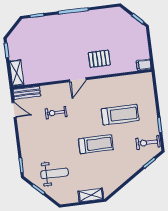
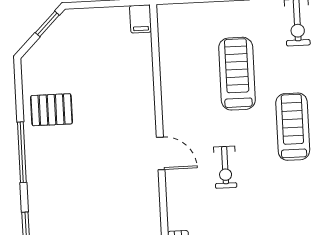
pallet: (99, 59) -> (52, 110), moved, turned 90
exercise bike: (56, 113) -> (225, 167), moved

